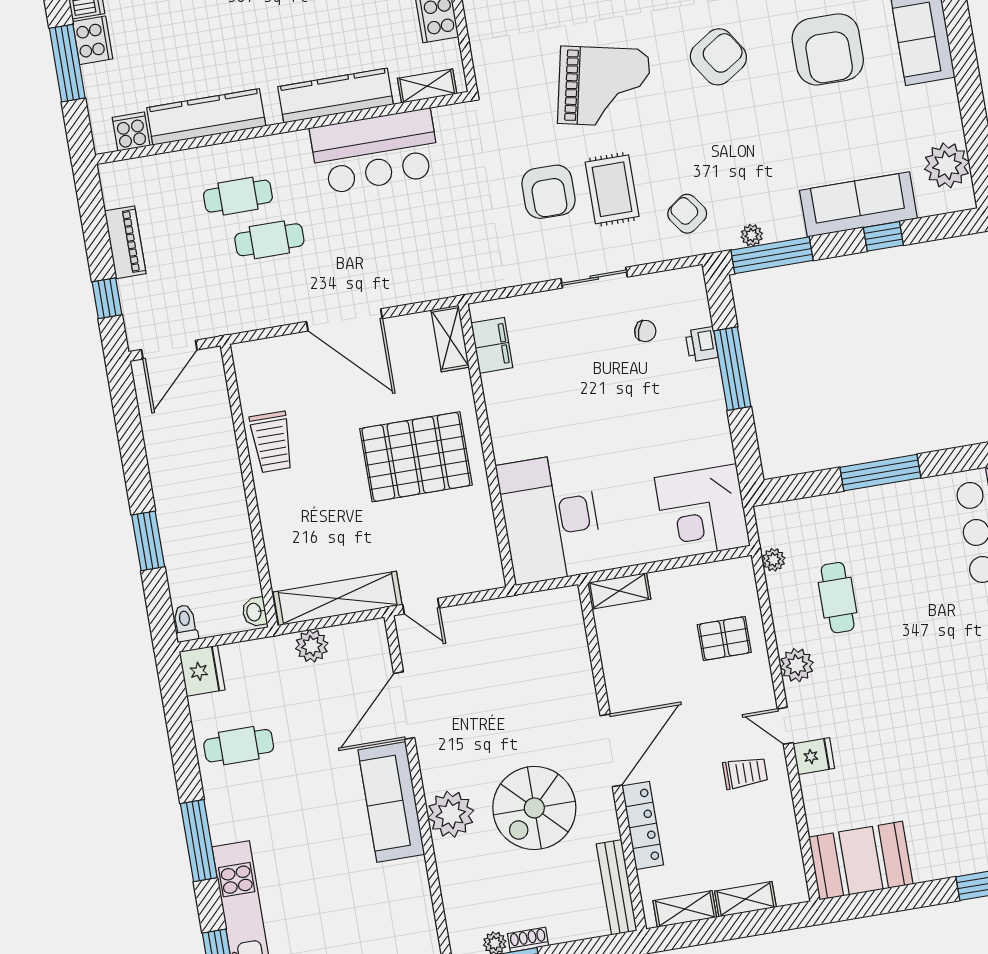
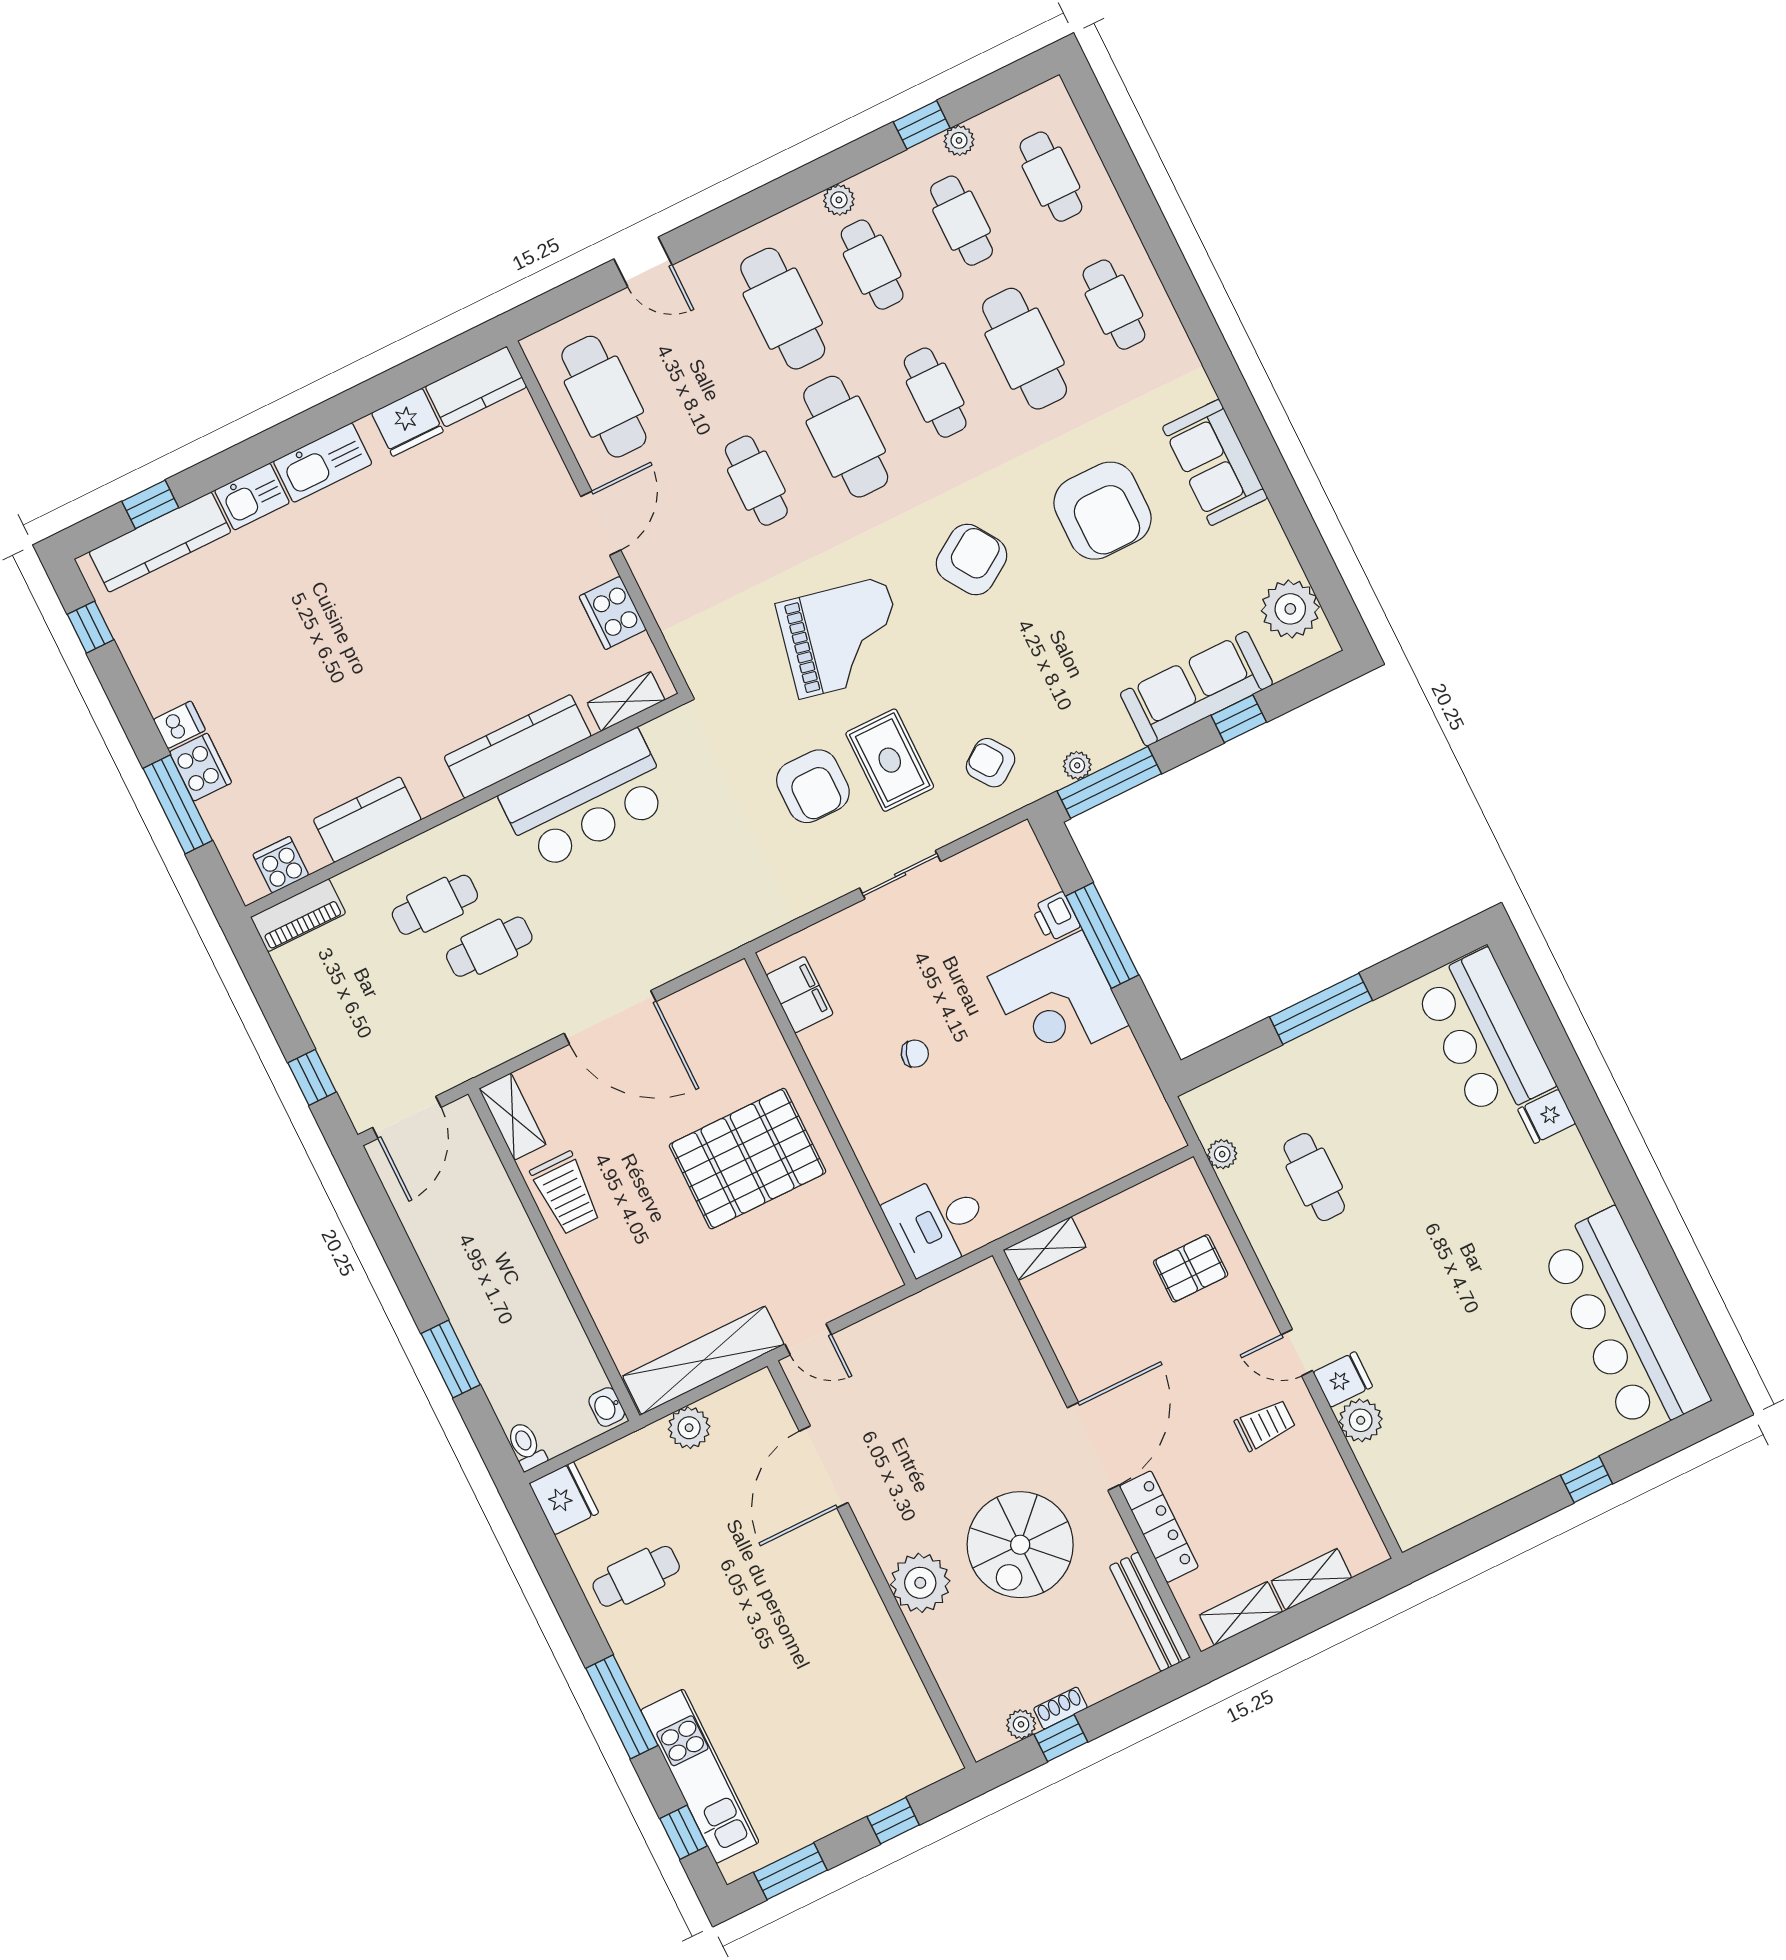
kitchen counter: (206, 117) -> (367, 820), width x0.67
piano: (125, 242) -> (298, 915), moved, turned 90
chair: (645, 331) -> (915, 1054), moved
shelving: (450, 339) -> (512, 1117), moved
corner desk: (702, 512) -> (1058, 1001), moved
desk: (550, 518) -> (938, 1223), width x0.53, depth x0.77
plant: (797, 665) -> (1361, 1420), moved
sofa: (391, 802) -> (843, 1590), removed
booth: (861, 861) -> (1438, 1490), removed

